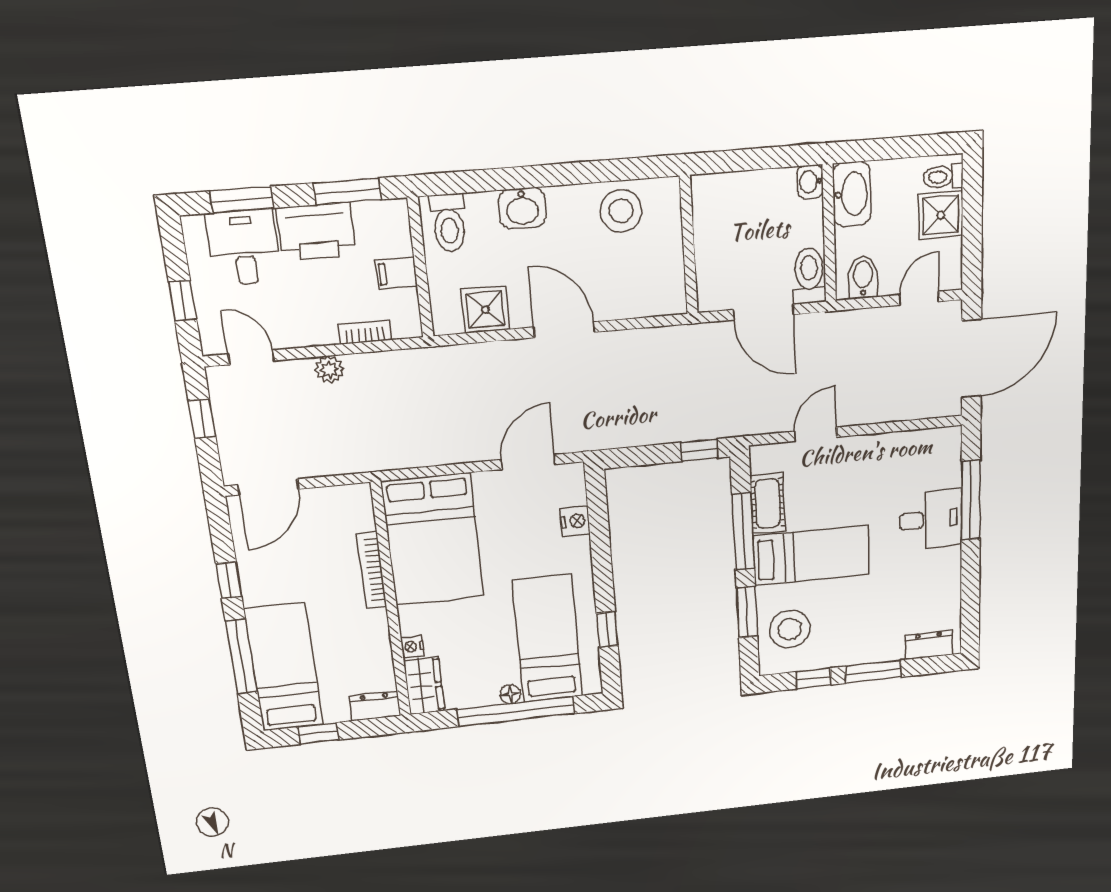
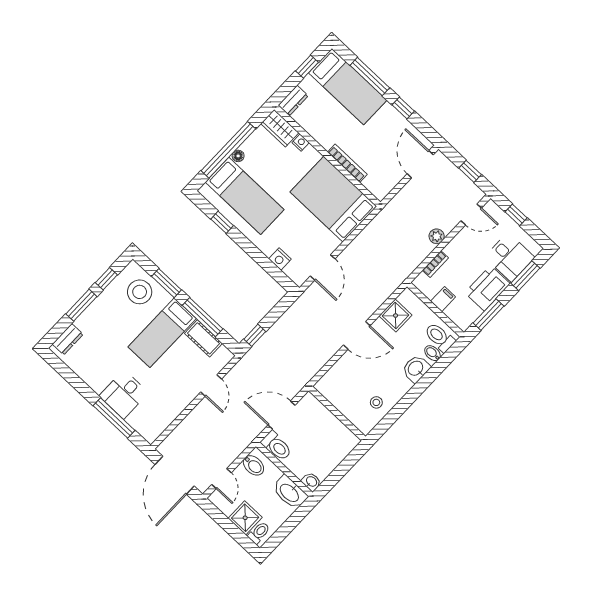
bidet: (479, 209) -> (432, 353), added
stool: (621, 211) -> (376, 402), width x0.53, depth x0.53

